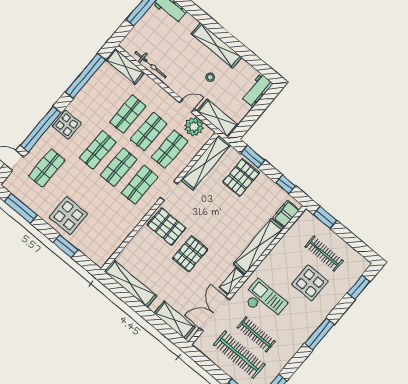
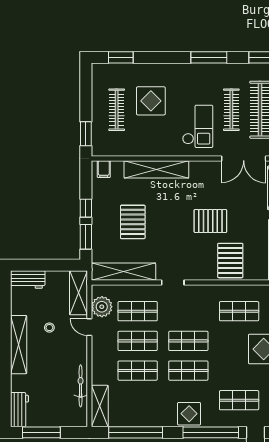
pallet: (241, 178) -> (133, 222), moved, turned 90
window: (286, 184) -> (86, 208), moved
shop shelf: (140, 185) -> (239, 311), moved
filing cabinet: (286, 214) -> (104, 169), width x0.50
pallet: (166, 227) -> (230, 261), moved
shelving: (232, 281) -> (204, 167), removed
checkout: (264, 301) -> (198, 126), turned 180
window: (319, 334) -> (209, 57), moved

